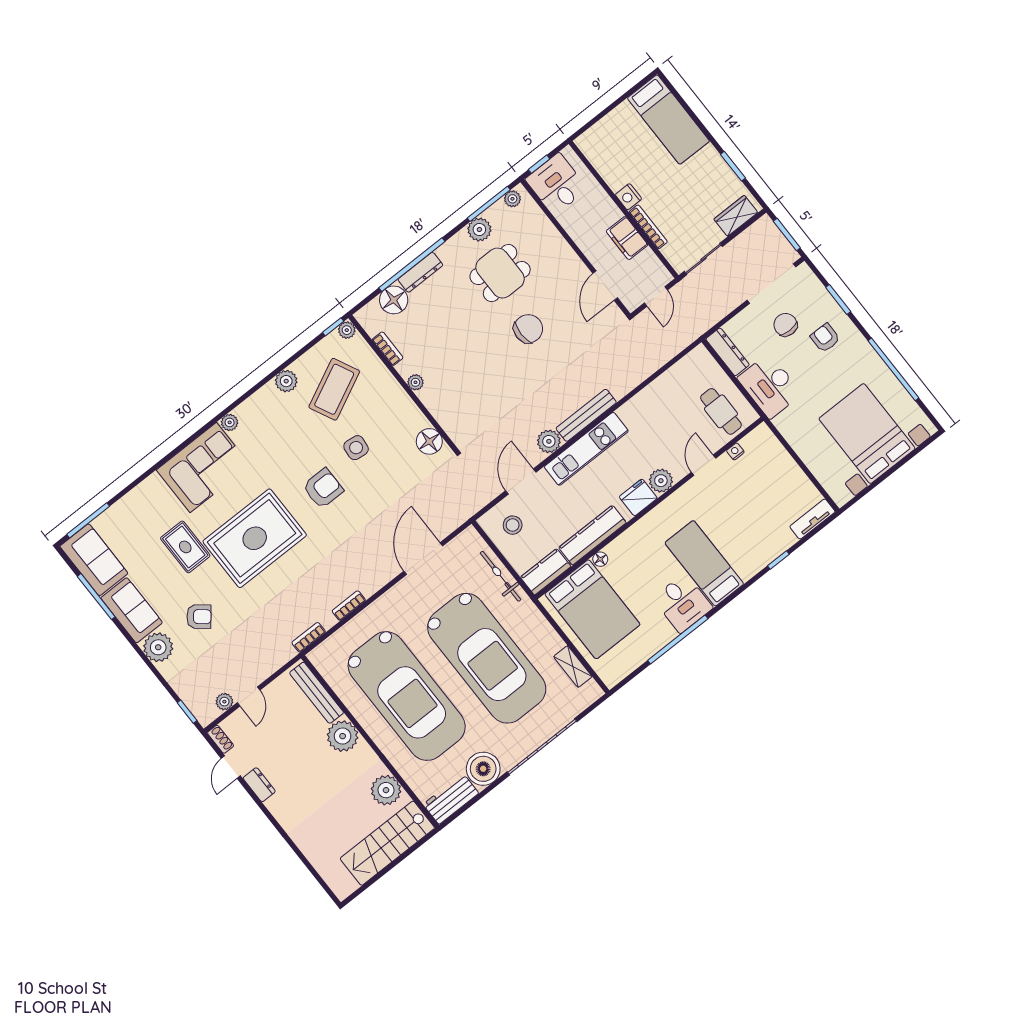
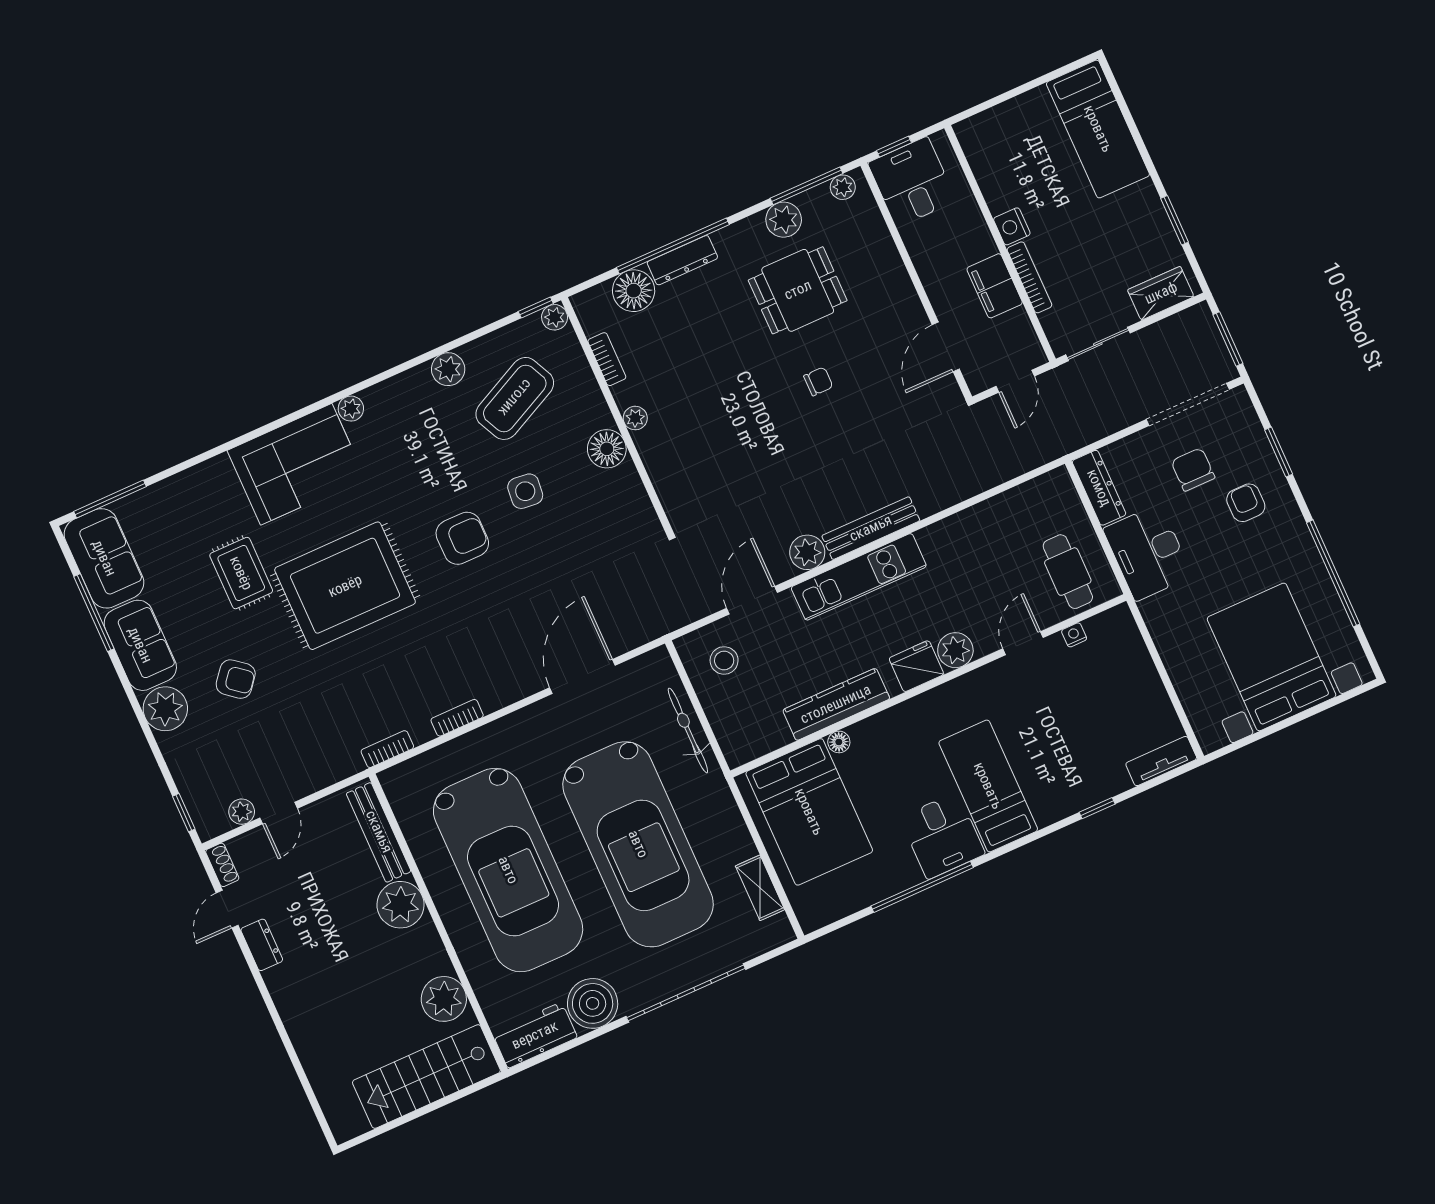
chair: (528, 329) -> (818, 381), width x0.54, depth x0.54
floor lamp: (429, 441) -> (607, 449), moved
kitchen counter: (546, 572) -> (755, 740), removed

